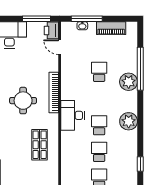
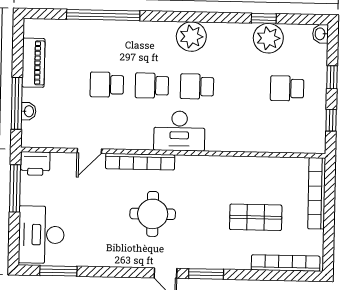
door: (60, 47) -> (89, 151), moved
plant: (129, 82) -> (268, 38), moved
shop shelf: (40, 145) -> (256, 217), moved
school desk: (99, 152) -> (152, 86), moved

